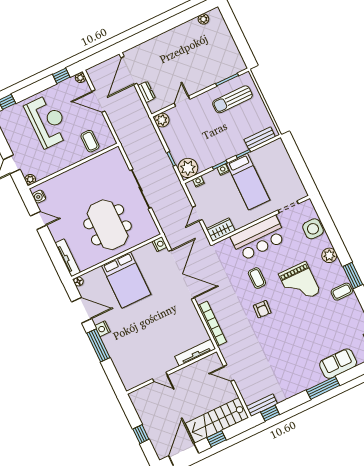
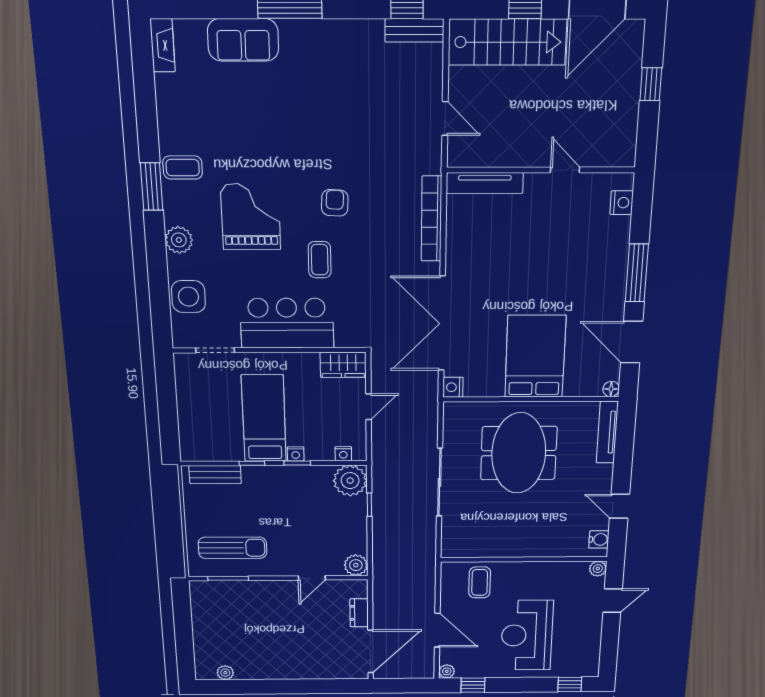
nightstand: (102, 329) -> (622, 203), moved

